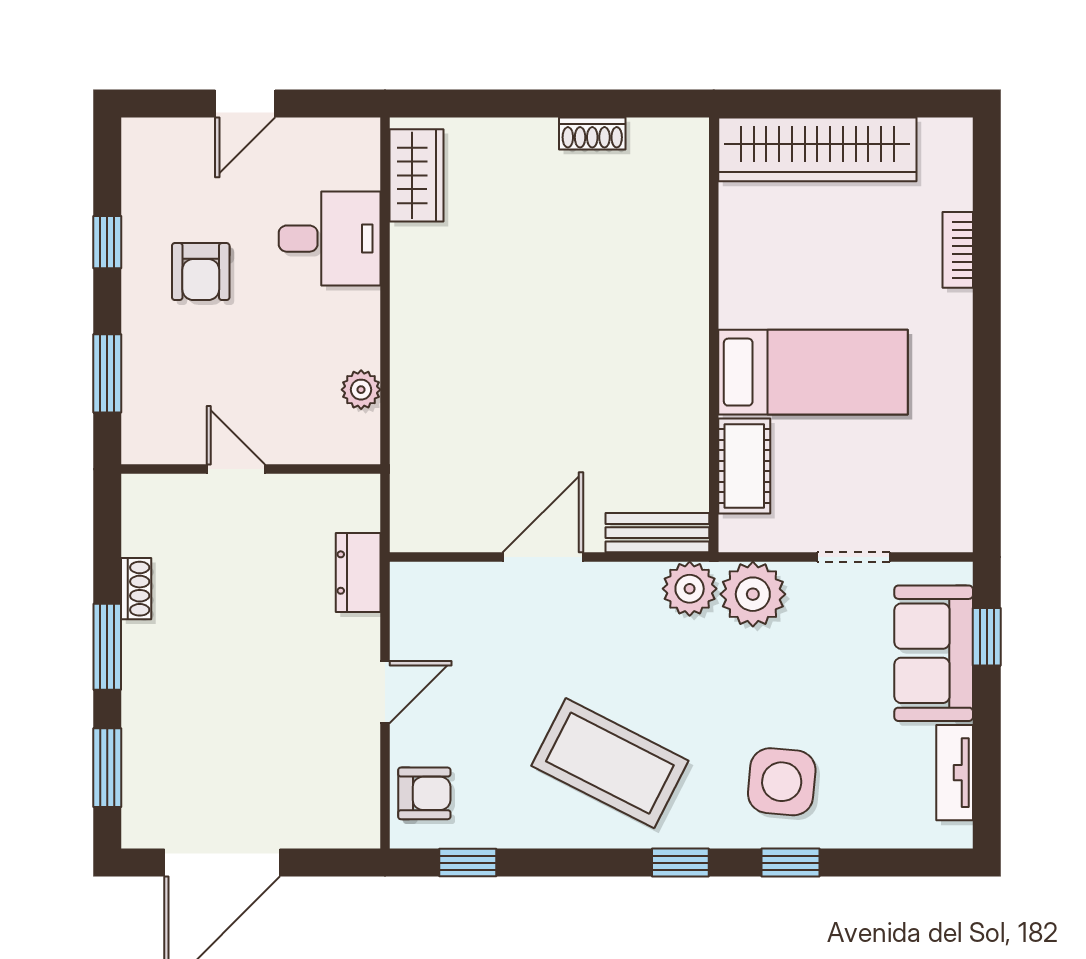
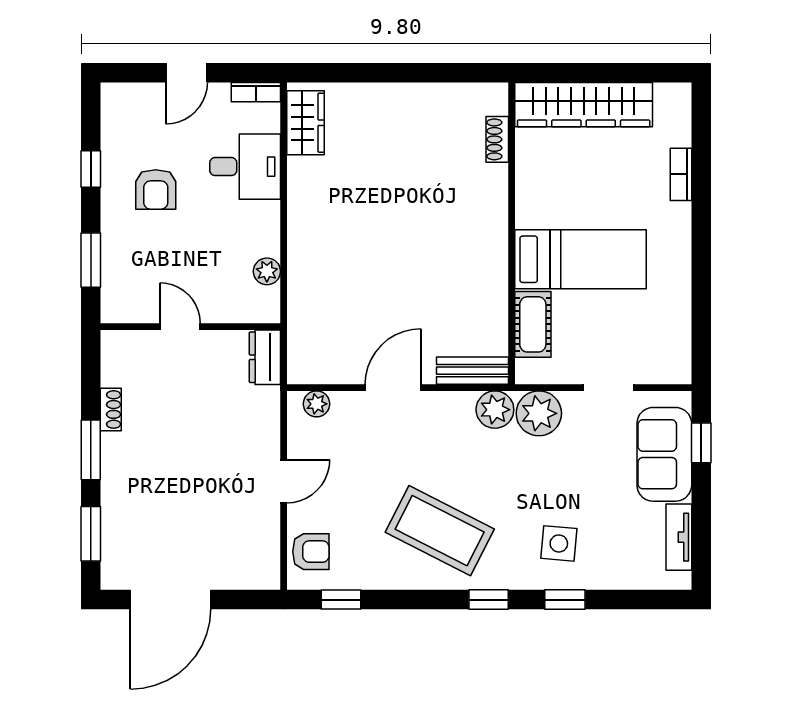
bookcase: (345, 131) -> (256, 92), added
shoe rack: (592, 133) -> (497, 139), moved, turned 90
dresser: (358, 573) -> (265, 357), moved
plant: (433, 581) -> (317, 404), added
side table: (782, 782) -> (559, 543), width x0.73, depth x0.73

